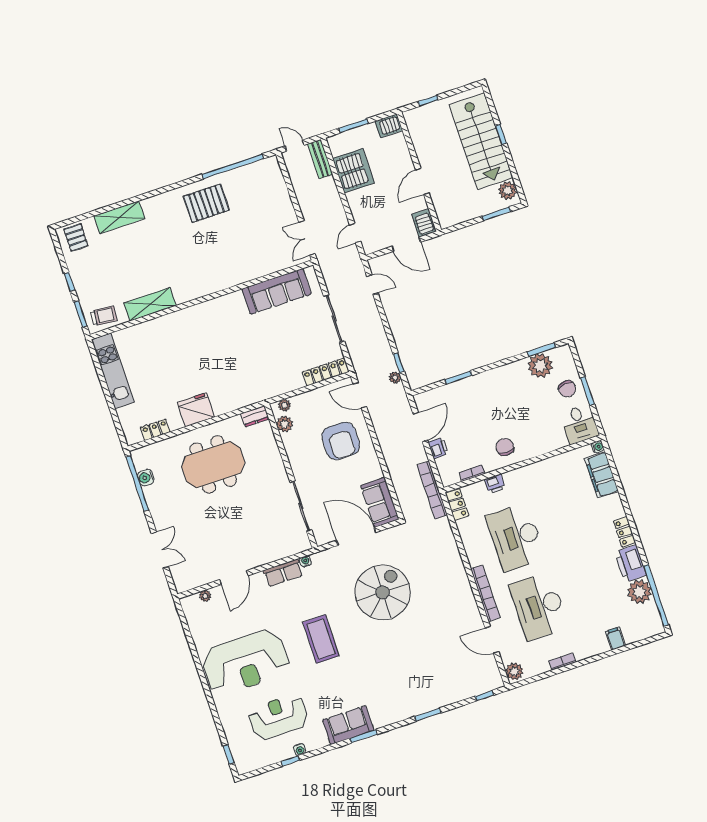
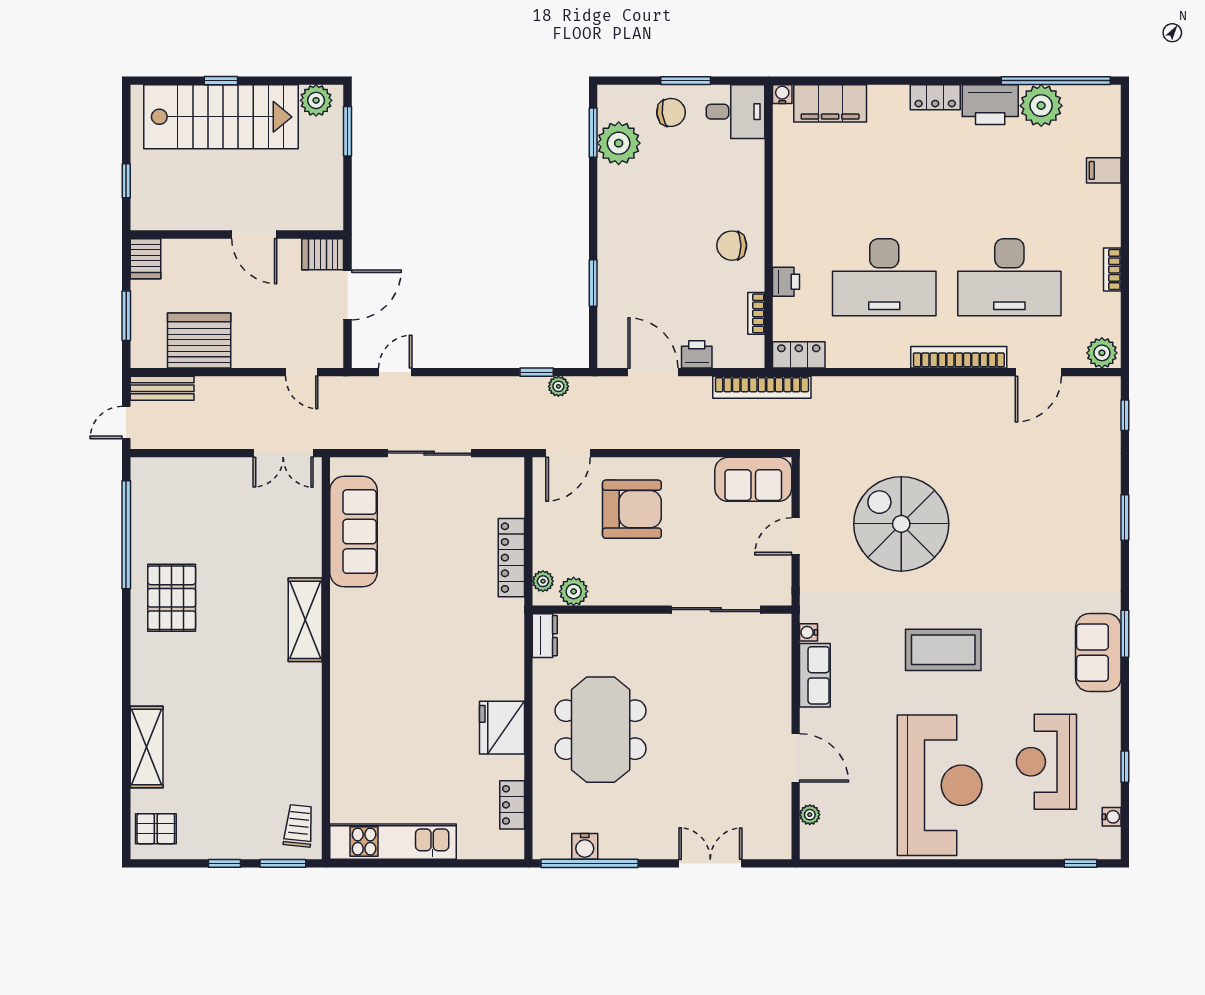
shelving: (150, 304) -> (305, 620), moved
locker: (325, 372) -> (511, 558), moved
door: (356, 536) -> (796, 536), width x0.53
water cooler: (300, 750) -> (1112, 817), moved

